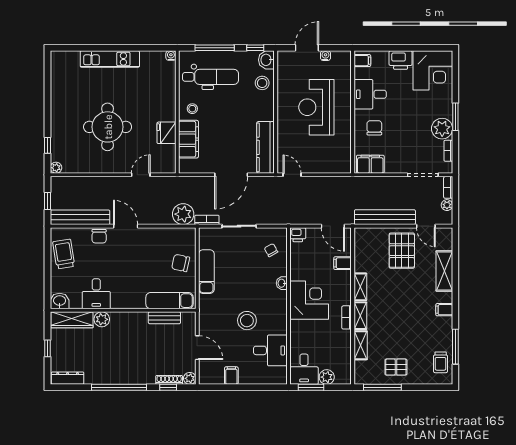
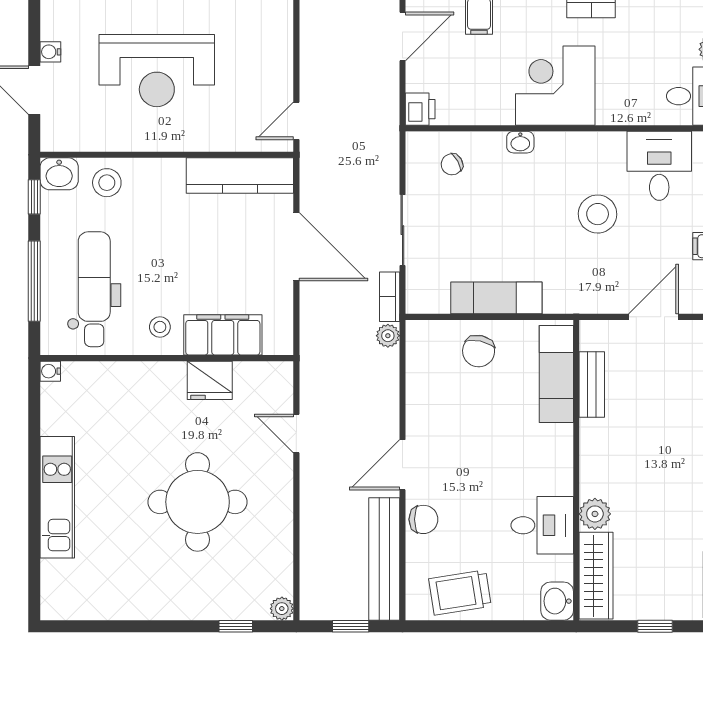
plant: (183, 214) -> (388, 336), width x0.53, depth x0.53

